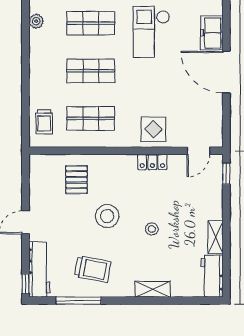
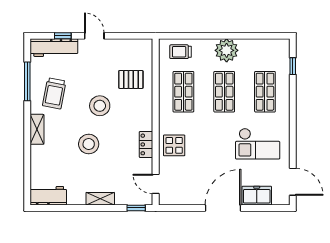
plant: (36, 21) -> (227, 50), moved, width x1.88, depth x1.88
checkout: (151, 32) -> (258, 144), turned 180
stool: (152, 229) -> (89, 144), width x1.89, depth x1.89
shelving: (216, 237) -> (100, 199), moved
window: (25, 284) -> (63, 36), moved
shelving: (153, 289) -> (37, 129), moved

